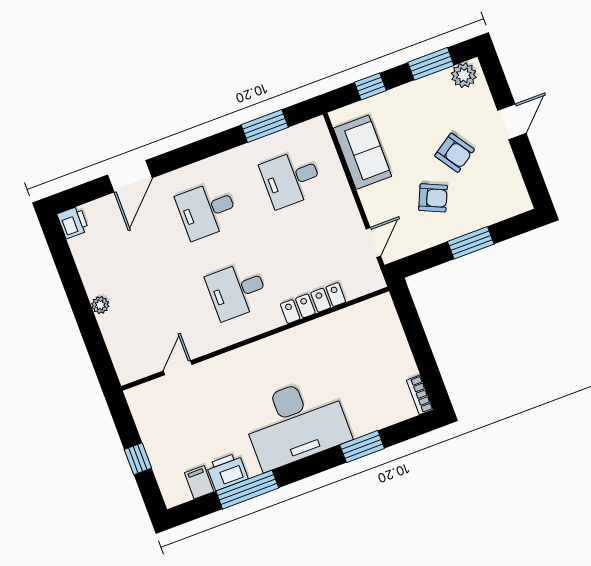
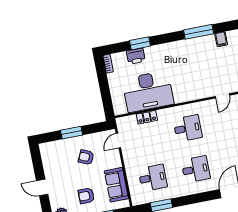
door: (512, 122) -> (42, 187), hinge flipped
armchair: (455, 153) -> (86, 196), moved, turned -56
locker: (313, 303) -> (147, 117), width x0.66
desk: (296, 423) -> (148, 91), moved, turned 180
printer: (227, 472) -> (136, 56), moved

